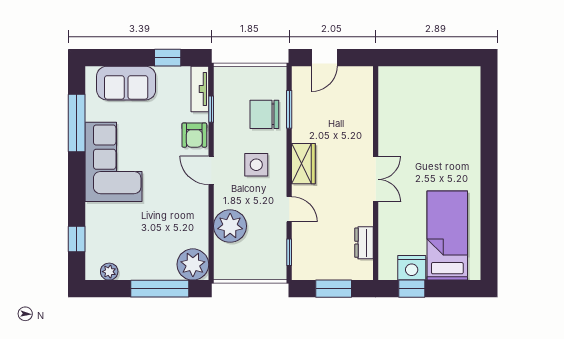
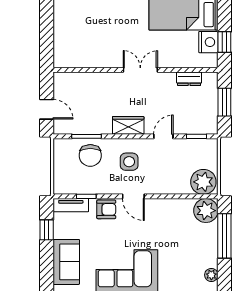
door: (211, 170) -> (133, 196), hinge flipped
plant: (230, 226) -> (203, 182), moved

